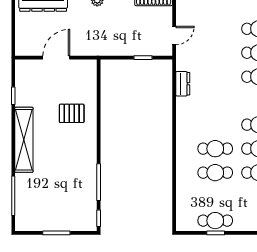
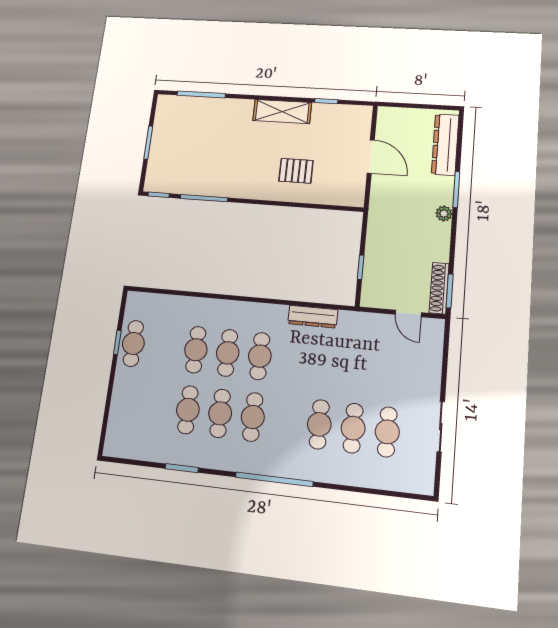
door: (174, 35) -> (408, 313), moved
dresser: (183, 84) -> (313, 317), width x1.44
pallet: (72, 113) -> (296, 171), turned 90
cafe table: (215, 125) -> (260, 356), added
shelving: (24, 140) -> (282, 112), width x0.68

